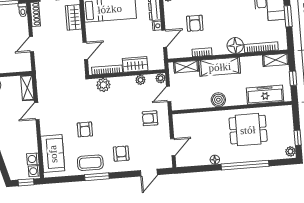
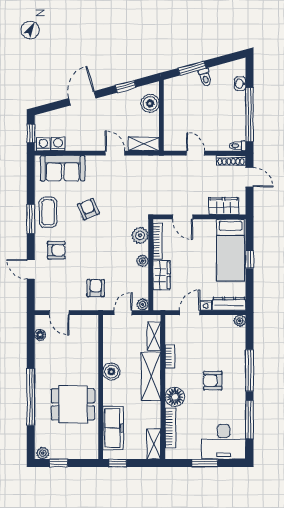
armchair: (195, 23) -> (213, 381), moved
door: (164, 39) -> (190, 313), swing flipped
window: (293, 78) -> (118, 463), moved
plant: (140, 80) -> (143, 261), moved
door: (169, 94) -> (123, 313), hinge flipped
armchair: (85, 129) -> (88, 209), turned 68
dining table: (248, 130) -> (73, 404), turned 90
floor lamp: (215, 160) -> (40, 335), moved
door: (149, 173) -> (31, 269), moved

